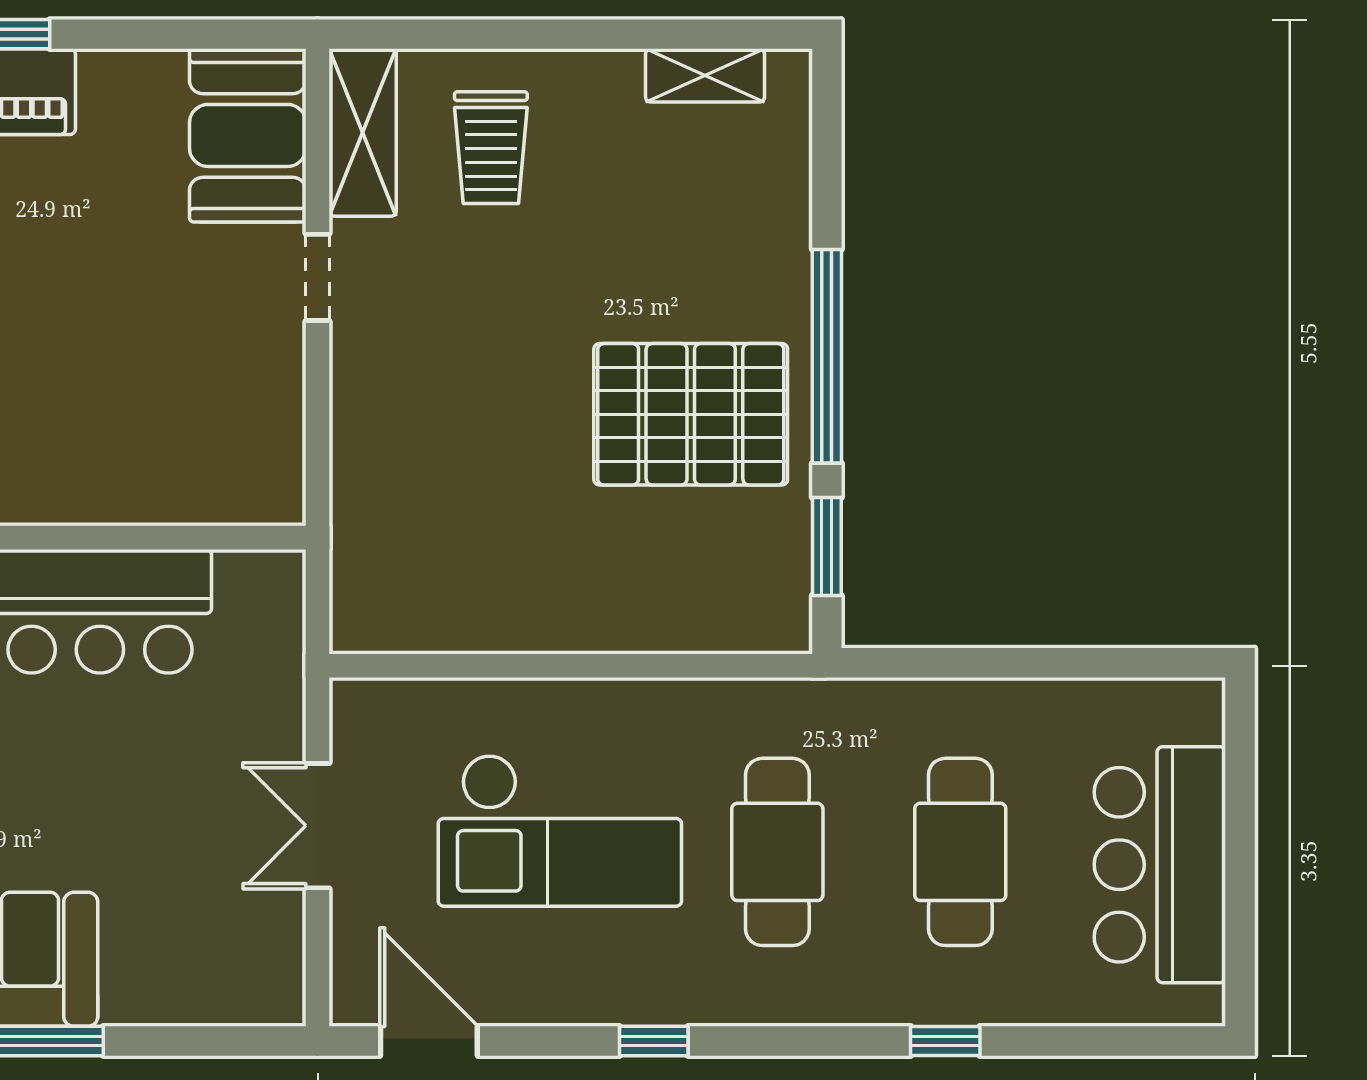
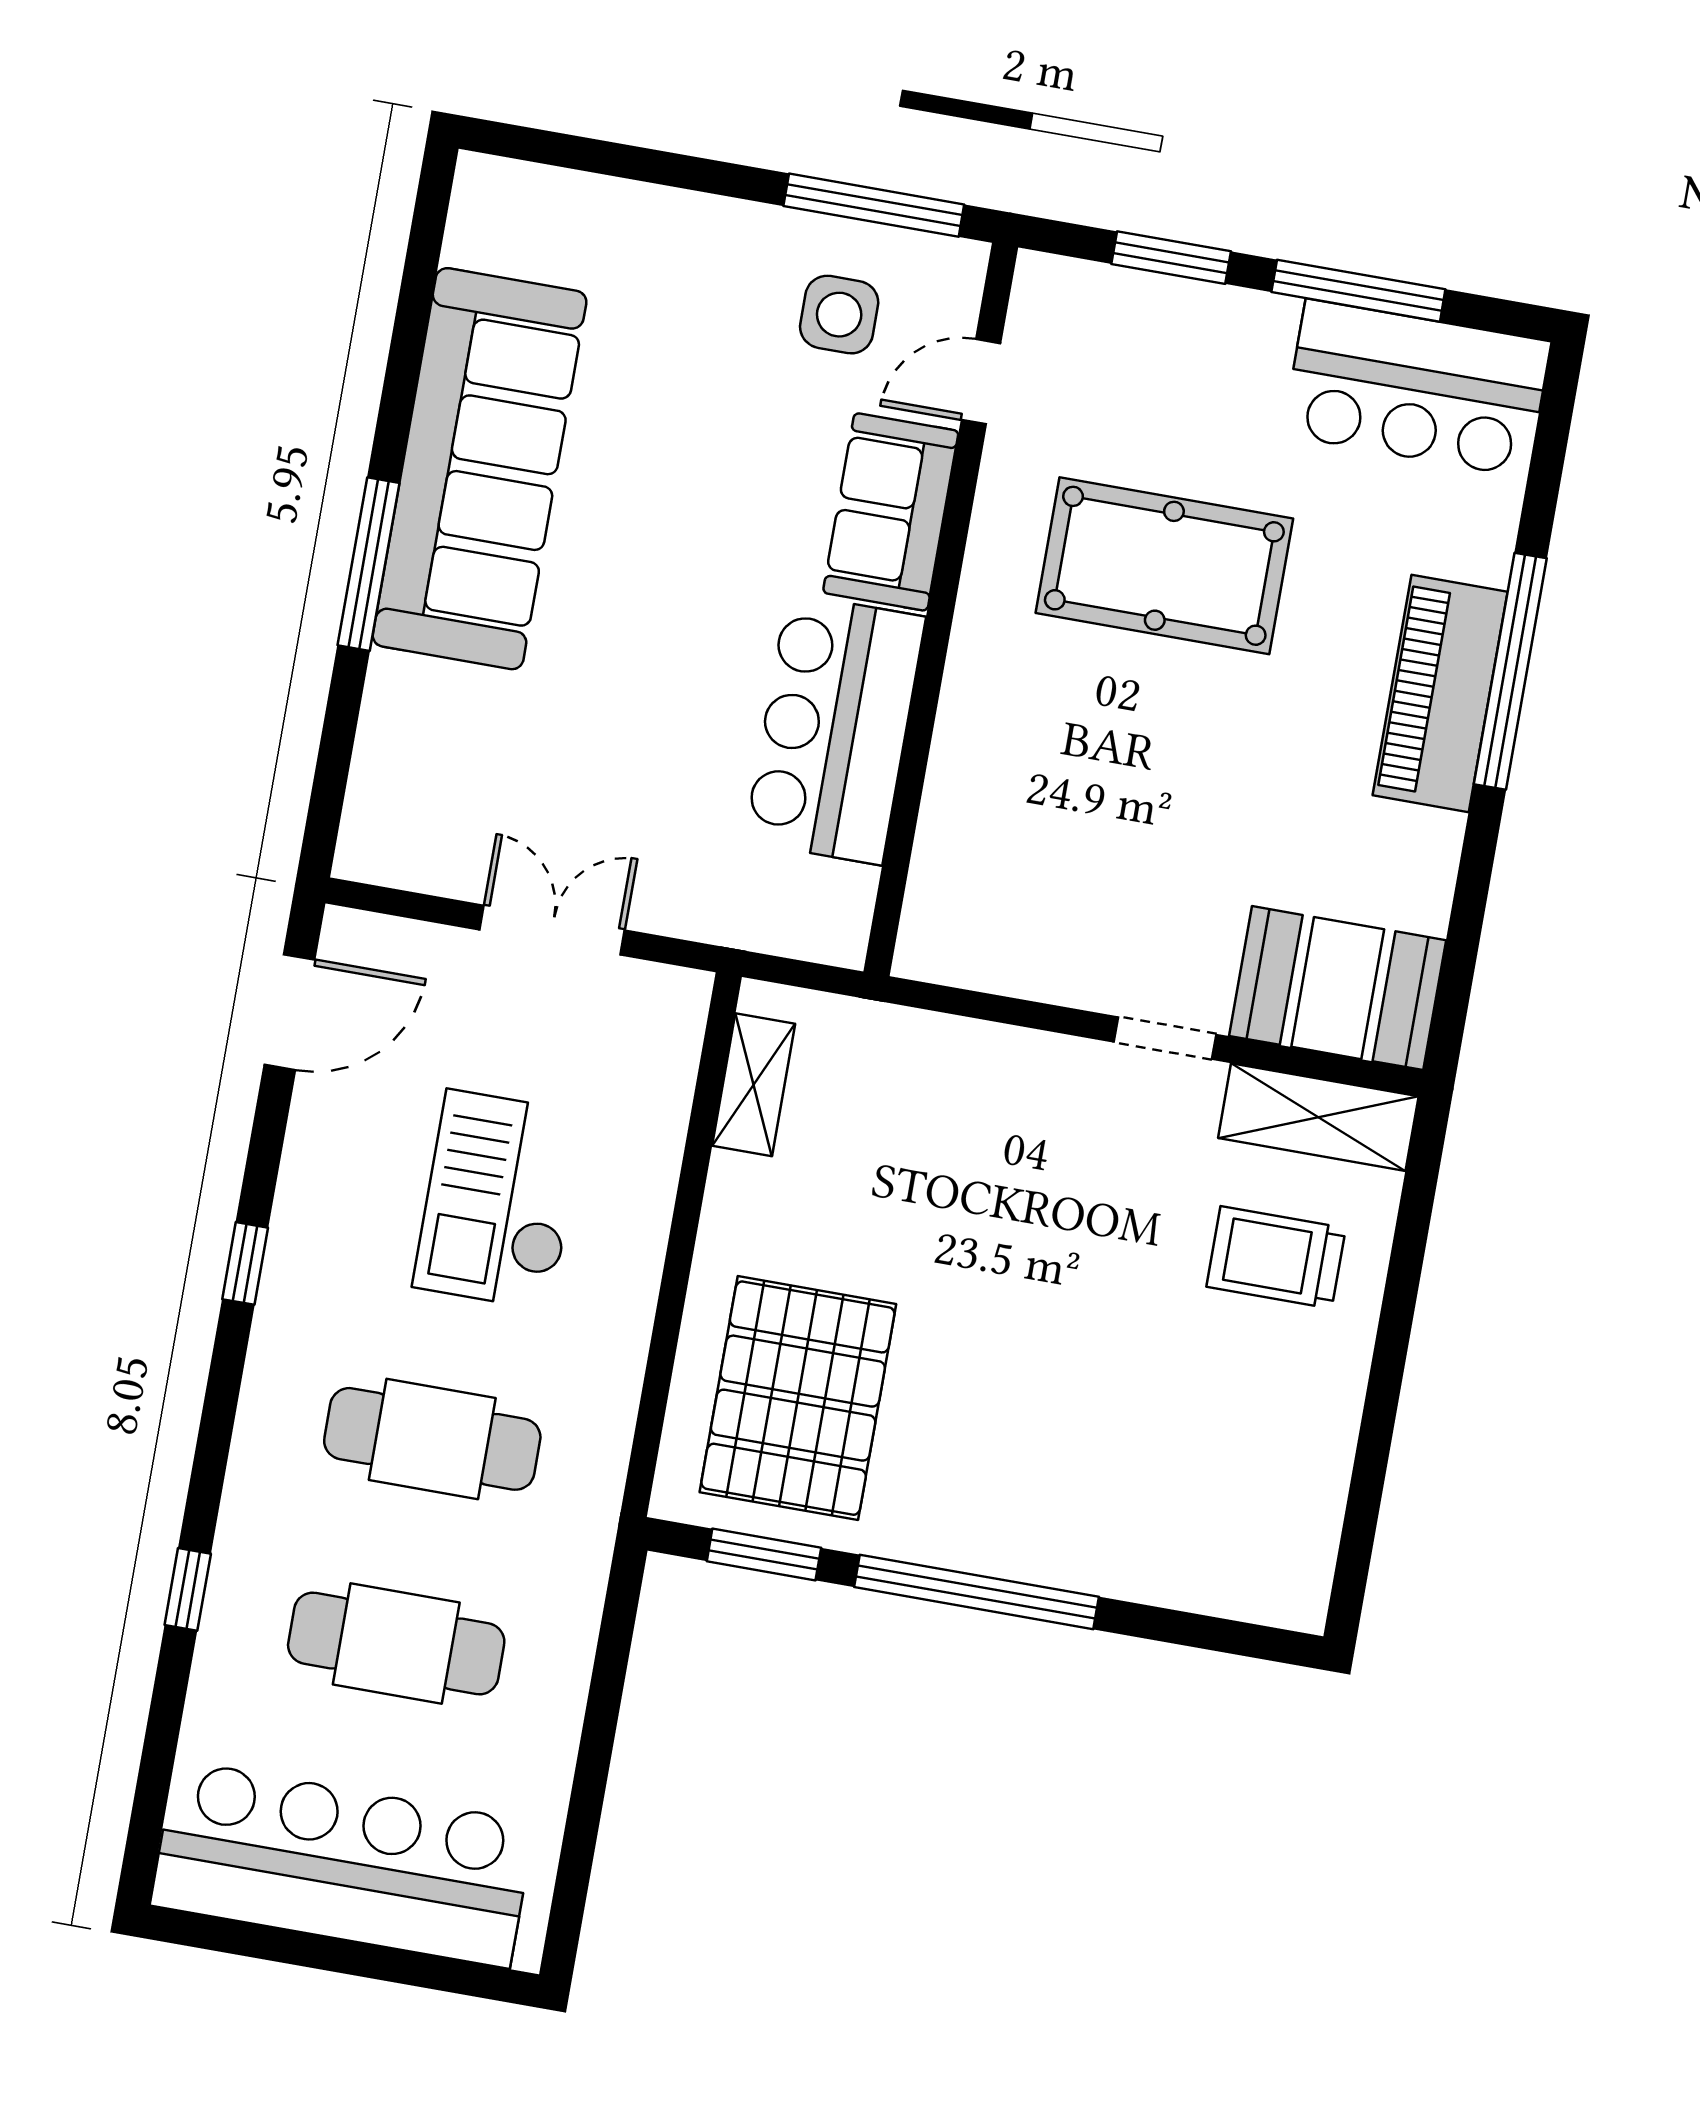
shelving: (705, 75) -> (754, 1085), moved
pallet: (691, 414) -> (798, 1398), moved
checkout: (560, 830) -> (499, 1200), width x0.73, depth x0.83
bar counter: (1160, 865) -> (343, 1864), width x1.36

